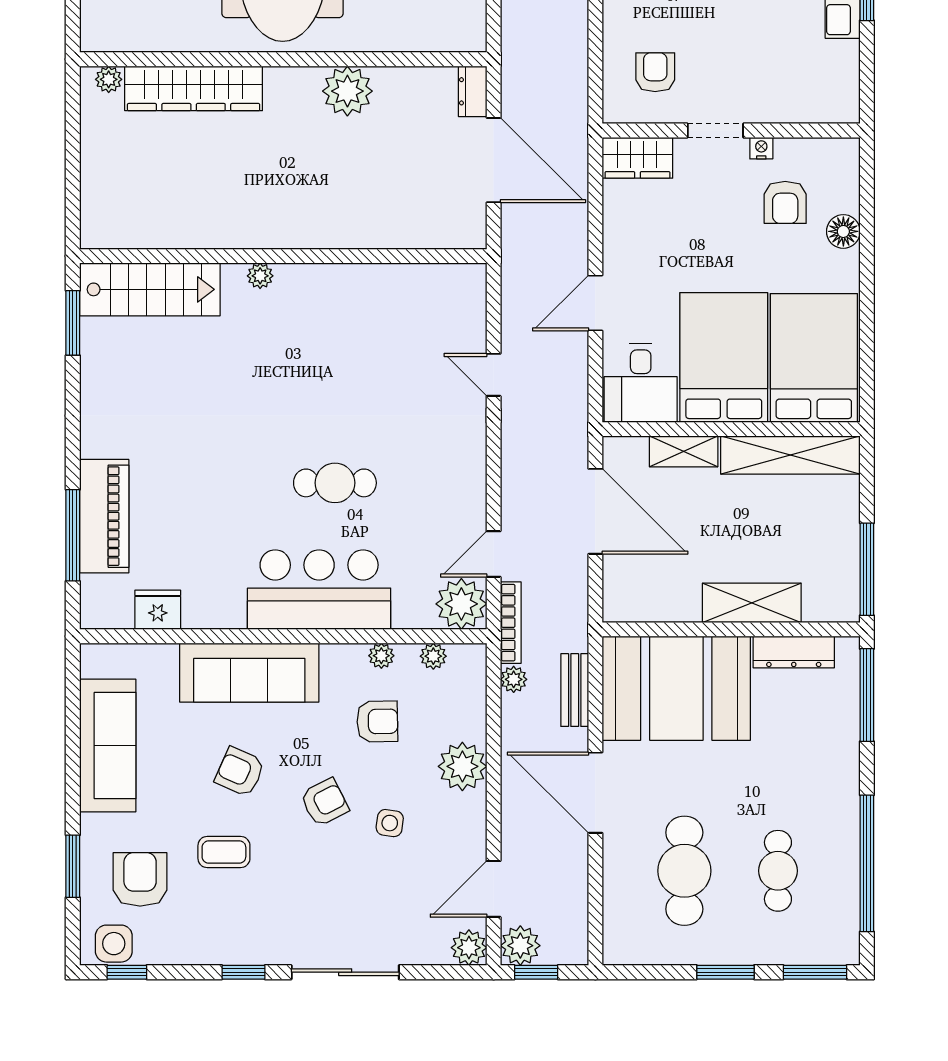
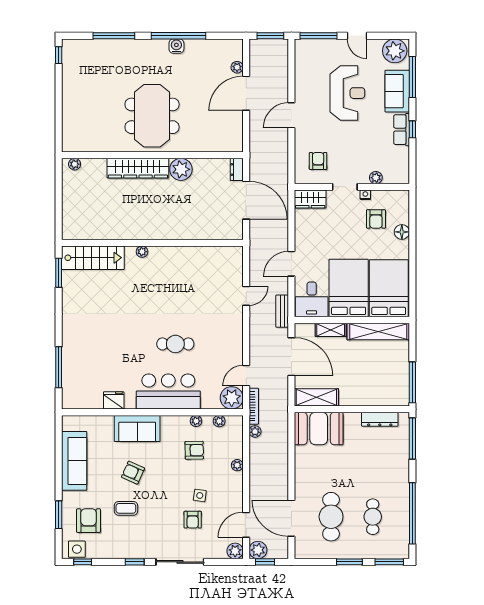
wardrobe: (194, 88) -> (138, 168), moved
plant: (785, 110) -> (376, 178), added
door: (494, 375) -> (246, 296), swing flipped
piano: (104, 516) -> (73, 359), removed
shelving: (752, 603) -> (316, 397), moved
fridge: (158, 610) -> (114, 400), moved
sofa: (249, 673) -> (137, 428), width x0.73
booth: (676, 688) -> (319, 429), width x0.73, depth x0.70
bench: (575, 690) -> (282, 311), moved
plant: (462, 766) -> (237, 465), width x0.53, depth x0.53
door: (595, 793) -> (291, 518), moved
armchair: (324, 802) -> (193, 520), moved, turned 117

